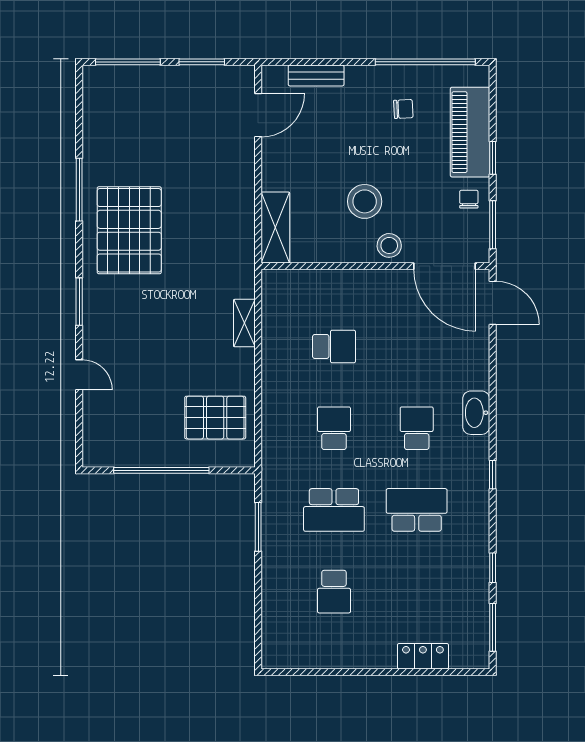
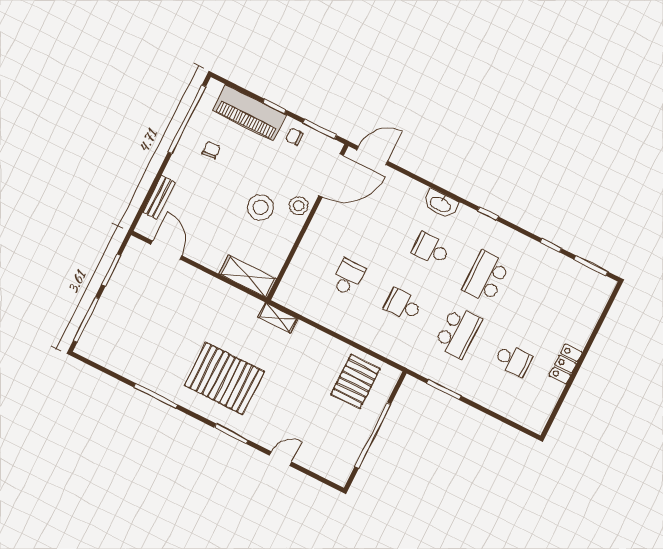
pallet: (129, 230) -> (224, 379), moved
shelving: (244, 323) -> (278, 318), moved
locker: (423, 656) -> (566, 364), moved

